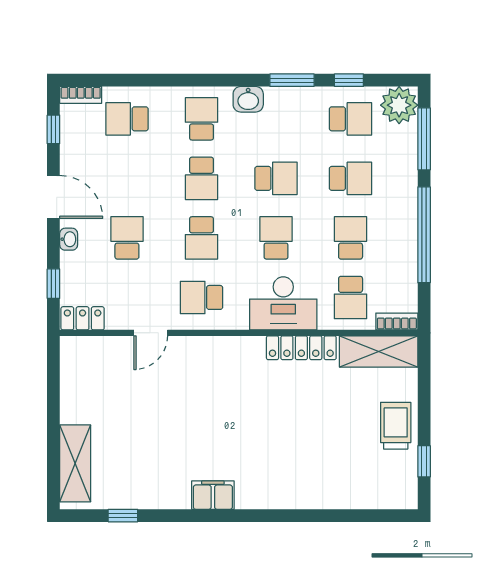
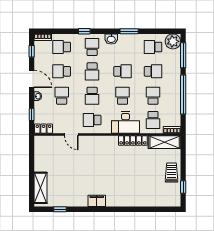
window: (349, 80) -> (84, 31), moved
school desk: (351, 119) -> (153, 47), turned 180
school desk: (127, 178) -> (62, 71), added
door: (151, 333) -> (71, 134), hinge flipped

